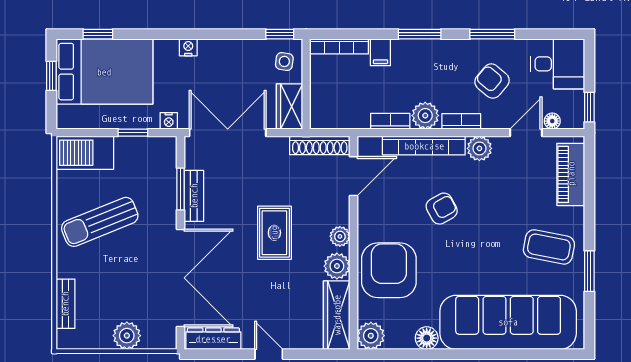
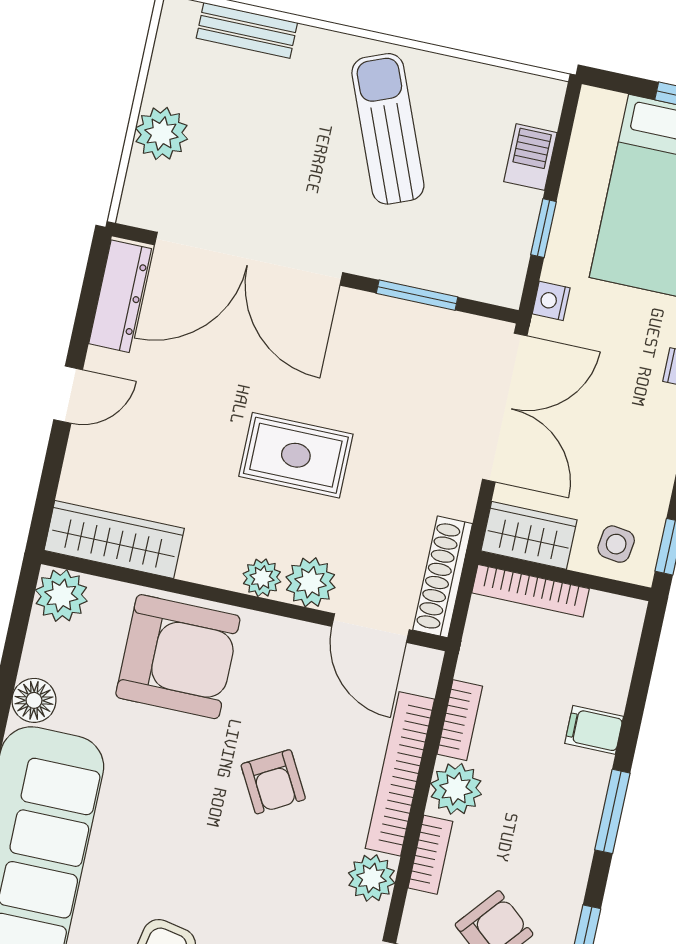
bookcase: (339, 46) -> (531, 591), moved, turned -90
barbecue: (85, 153) -> (530, 157), width x0.53, depth x0.65
bench: (194, 196) -> (398, 318), removed
plant: (337, 266) -> (310, 582), moved

